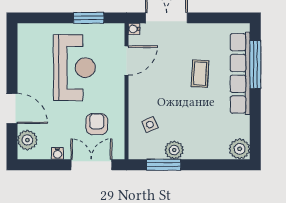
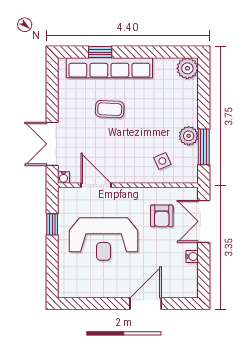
window: (89, 18) -> (52, 224), width x0.67
window: (255, 64) -> (100, 52), width x0.46
reception desk: (74, 68) -> (104, 239), turned 180
armchair: (97, 124) -> (162, 216), turned -90
plant: (27, 140) -> (178, 288), removed

